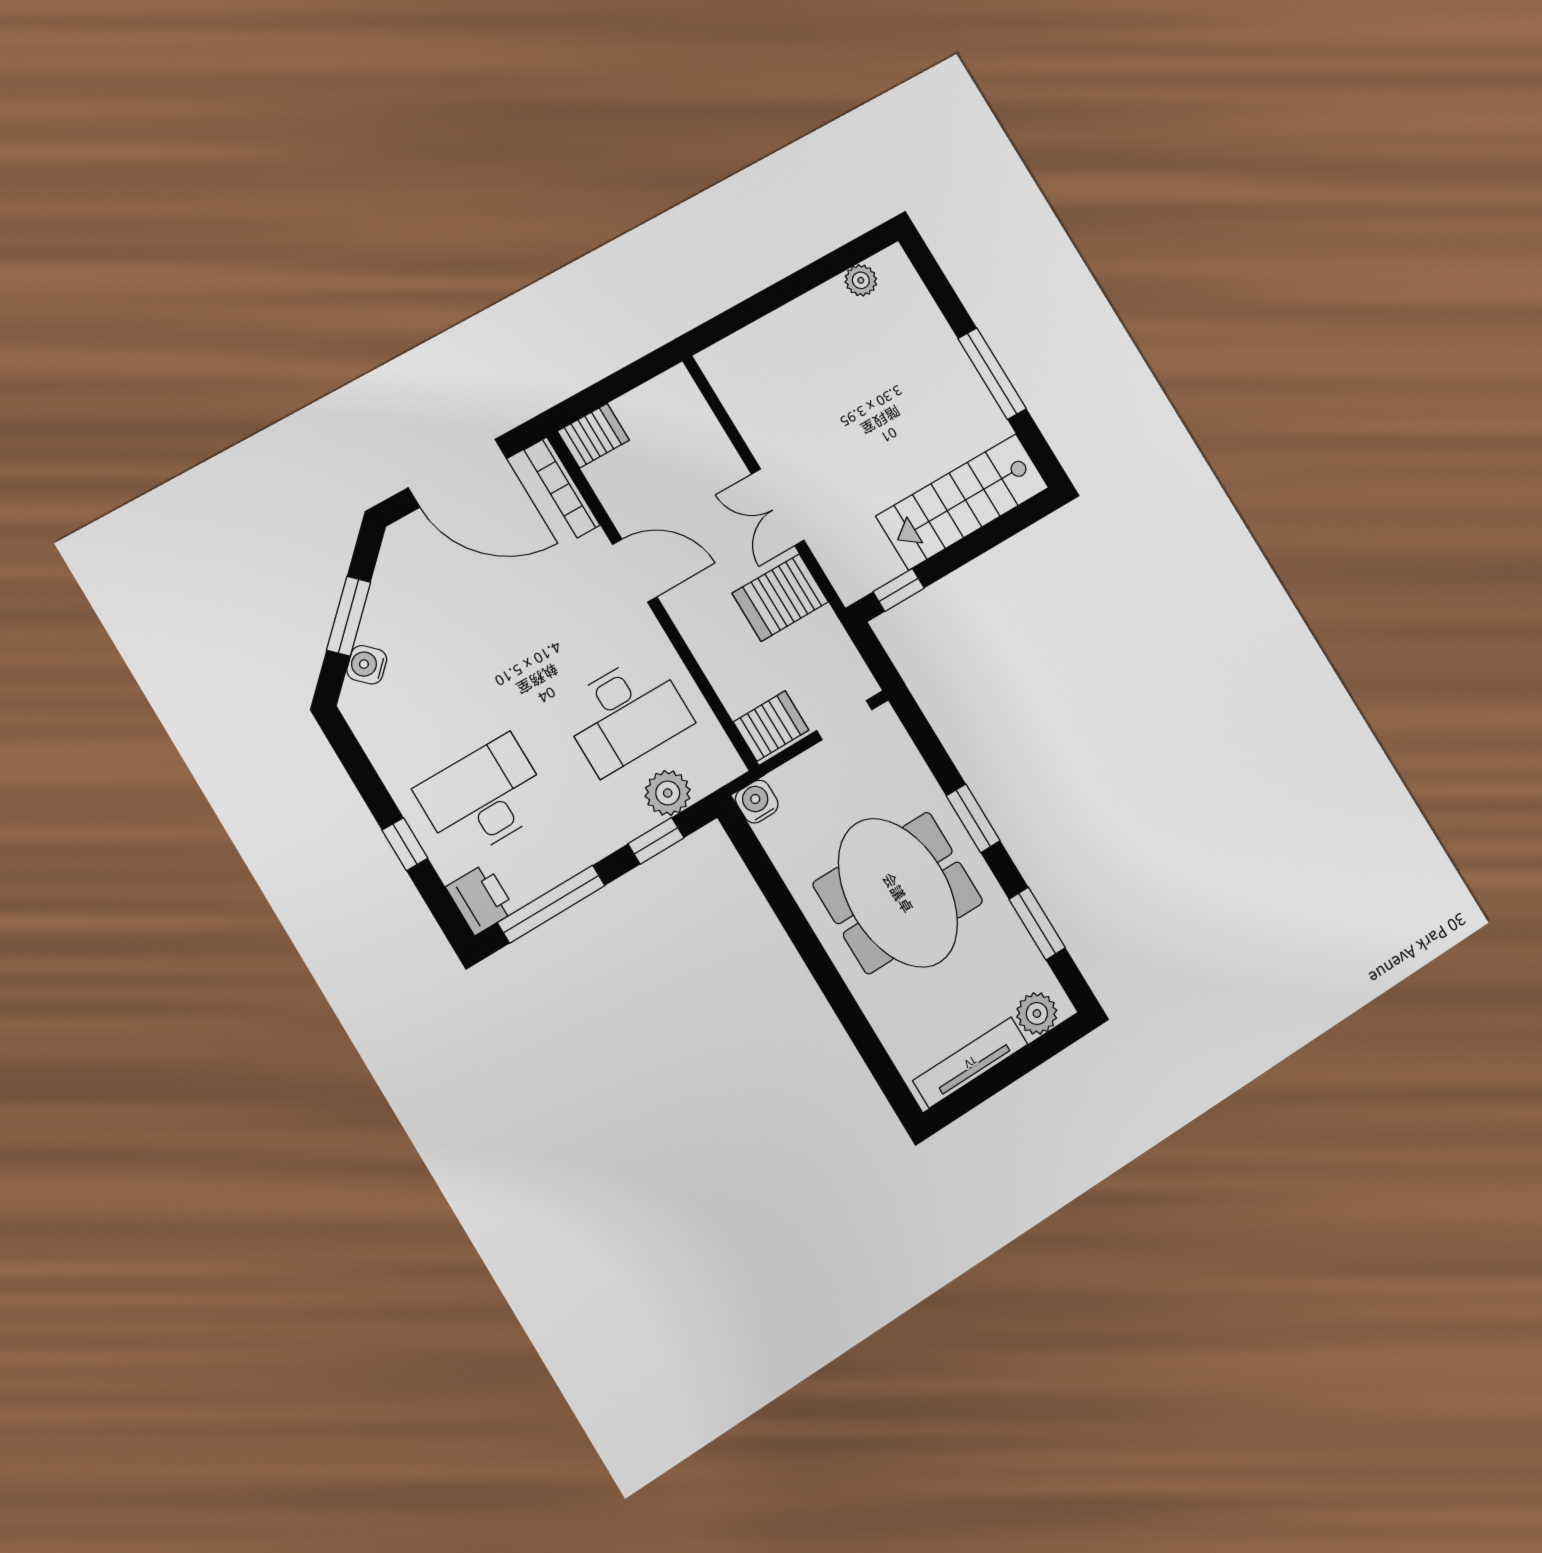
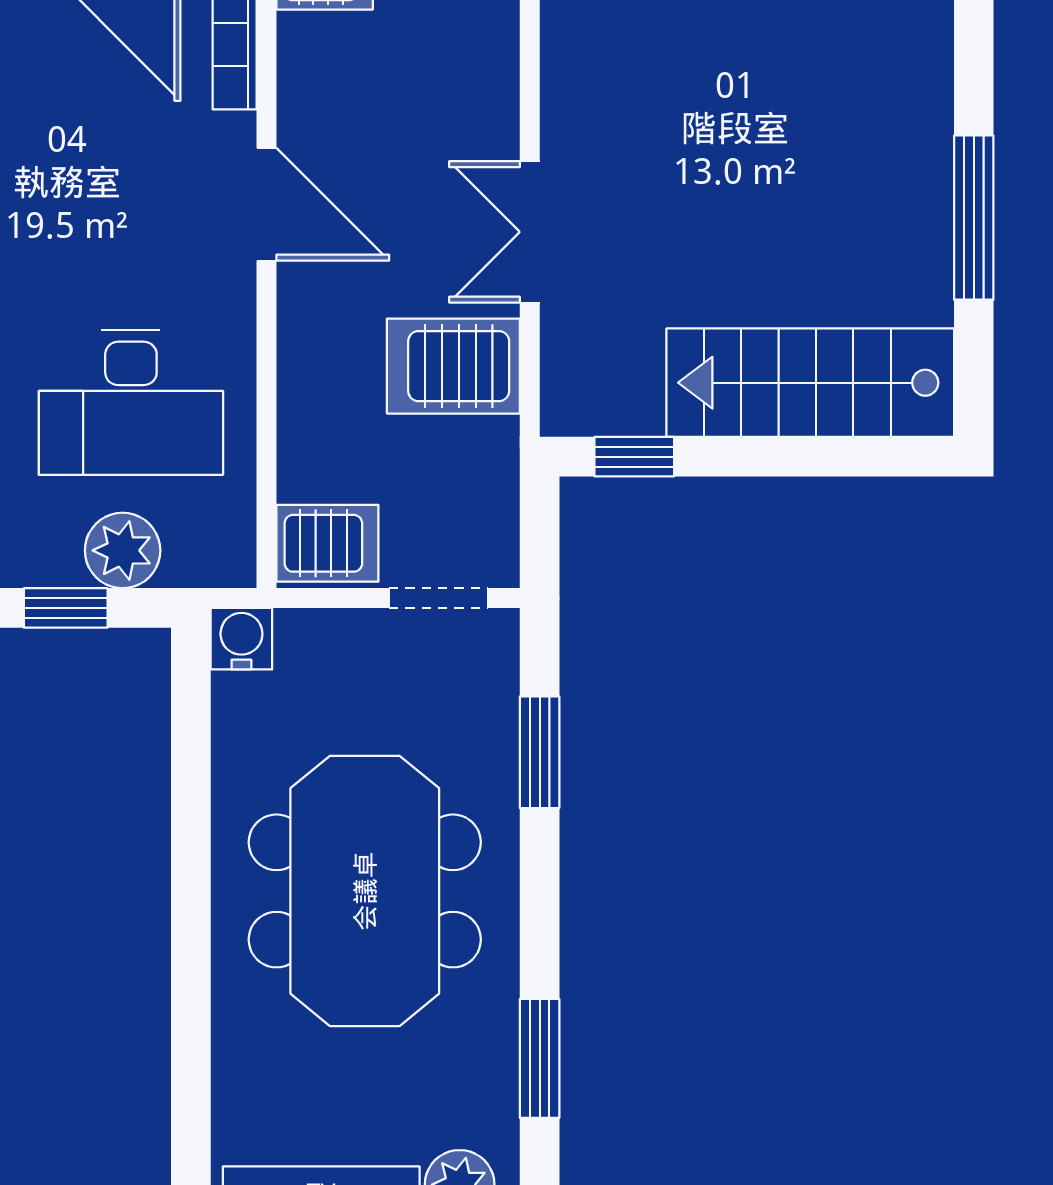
window: (973, 818) -> (540, 752), moved

